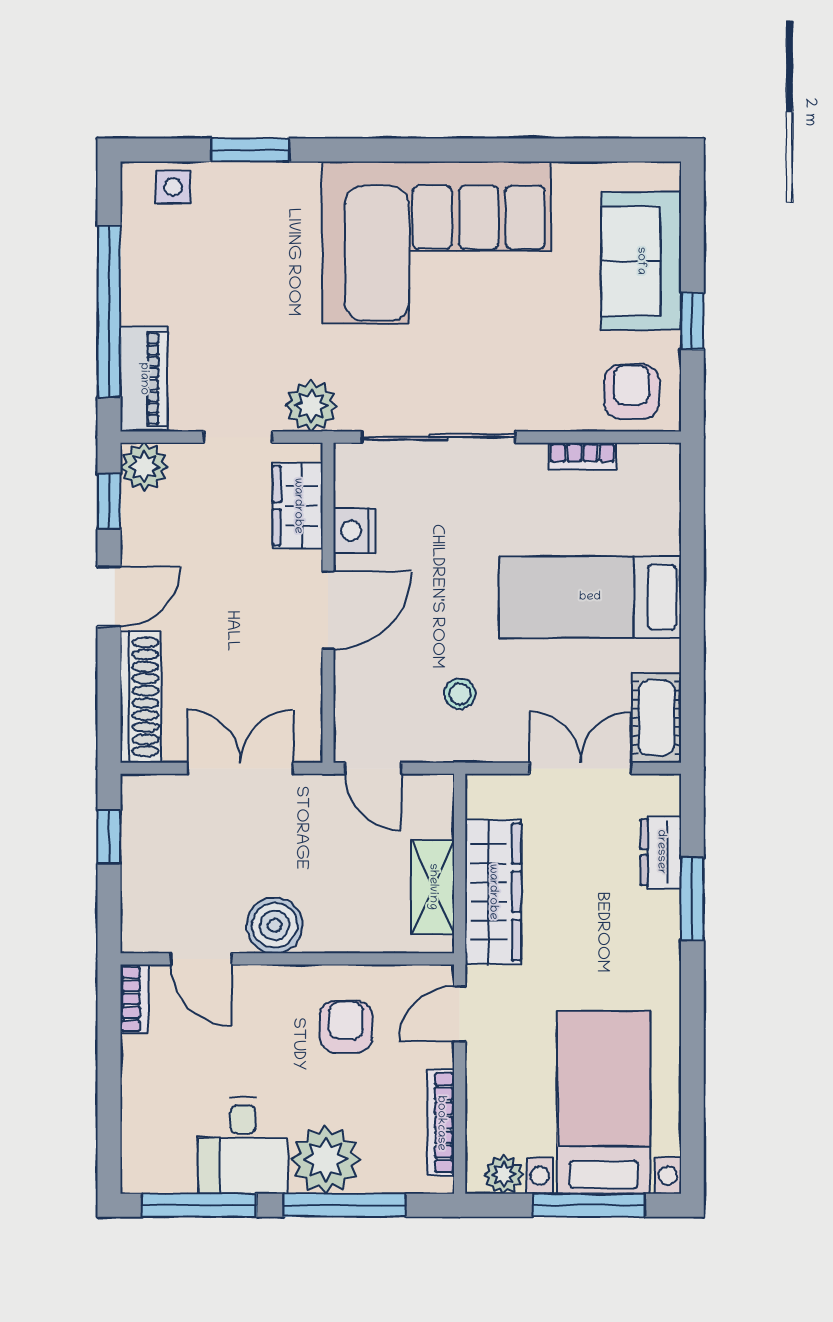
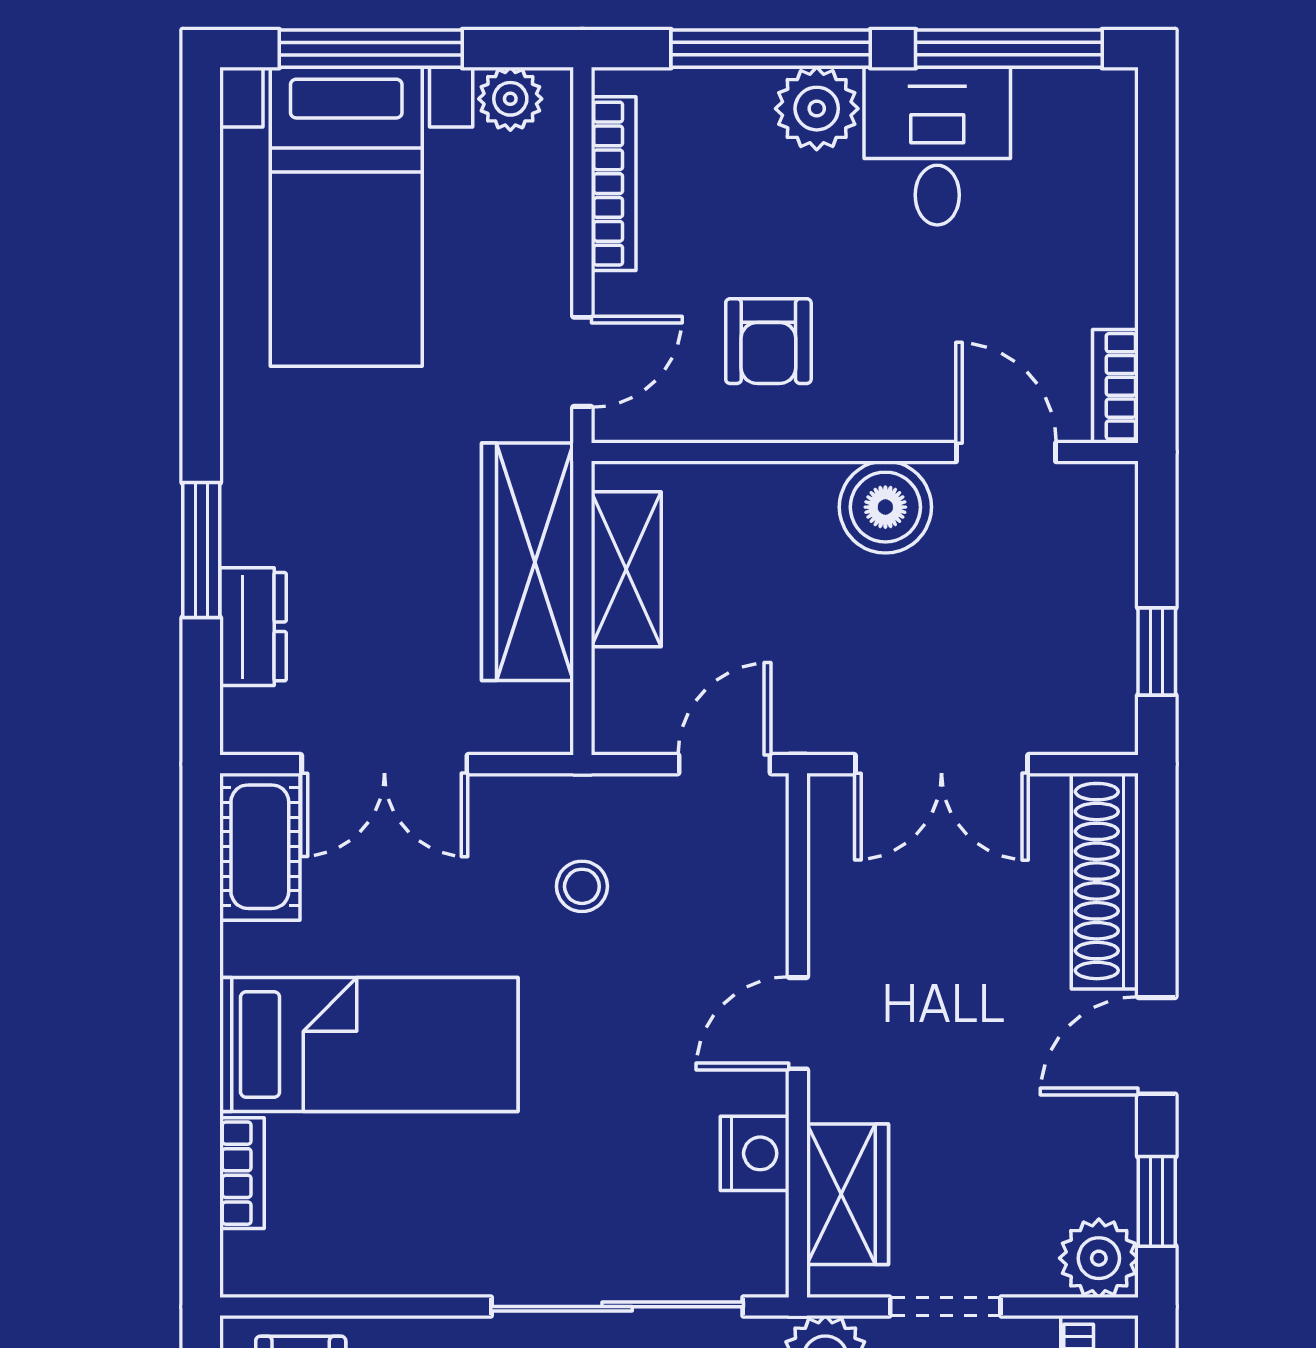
bookcase: (583, 456) -> (242, 1173), moved, turned 90
door: (328, 610) -> (798, 1023), width x0.73
door: (373, 768) -> (725, 764), hinge flipped
plant: (326, 1159) -> (817, 109), width x0.73, depth x0.73

